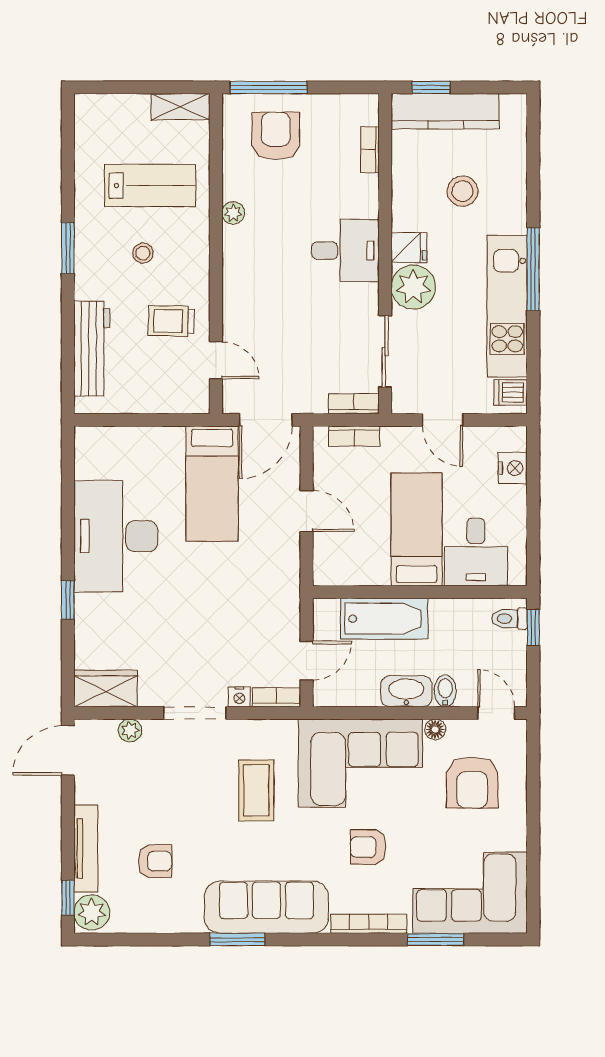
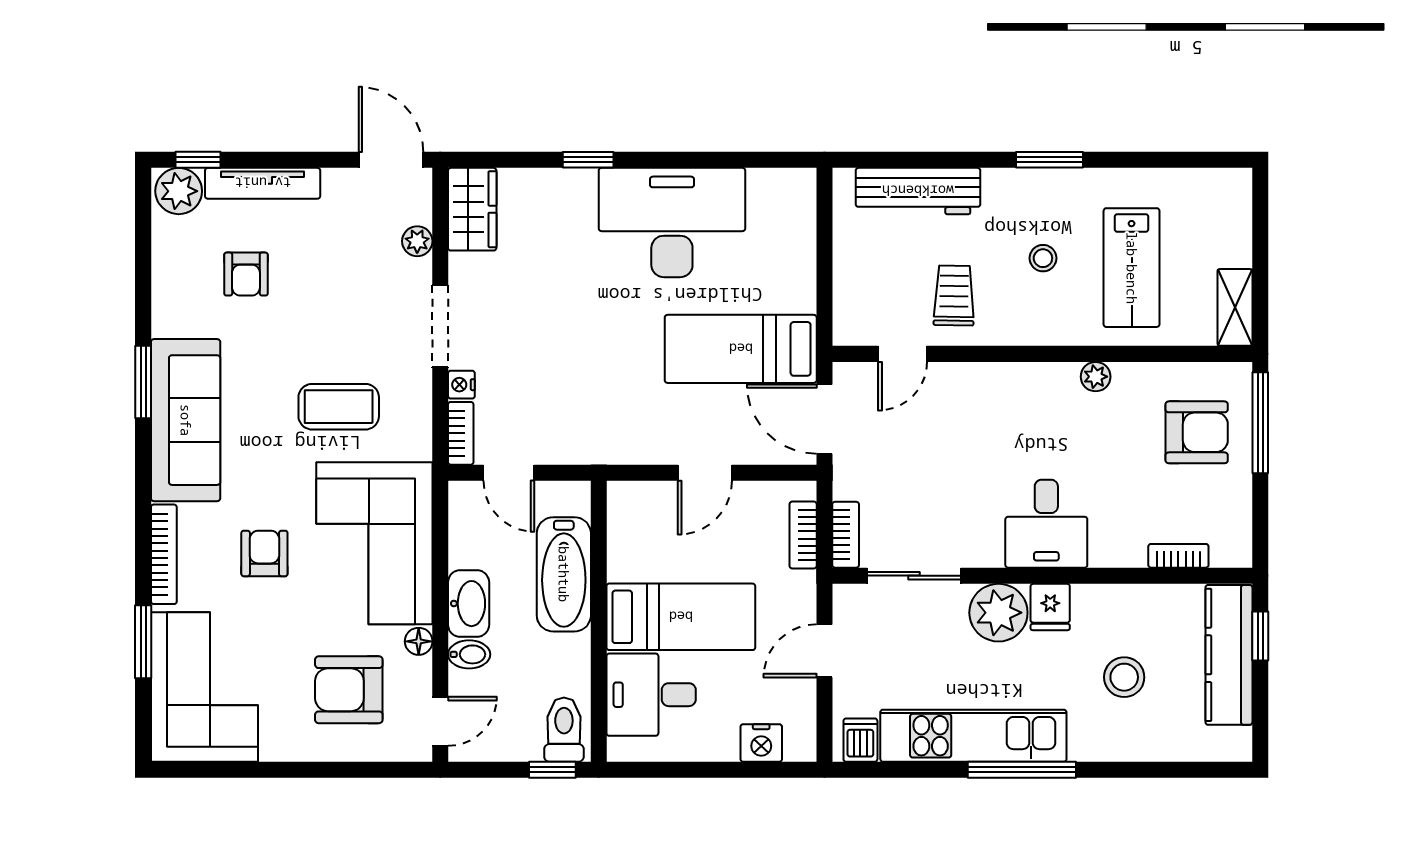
toilet: (509, 619) -> (564, 730), width x1.37, depth x1.39

